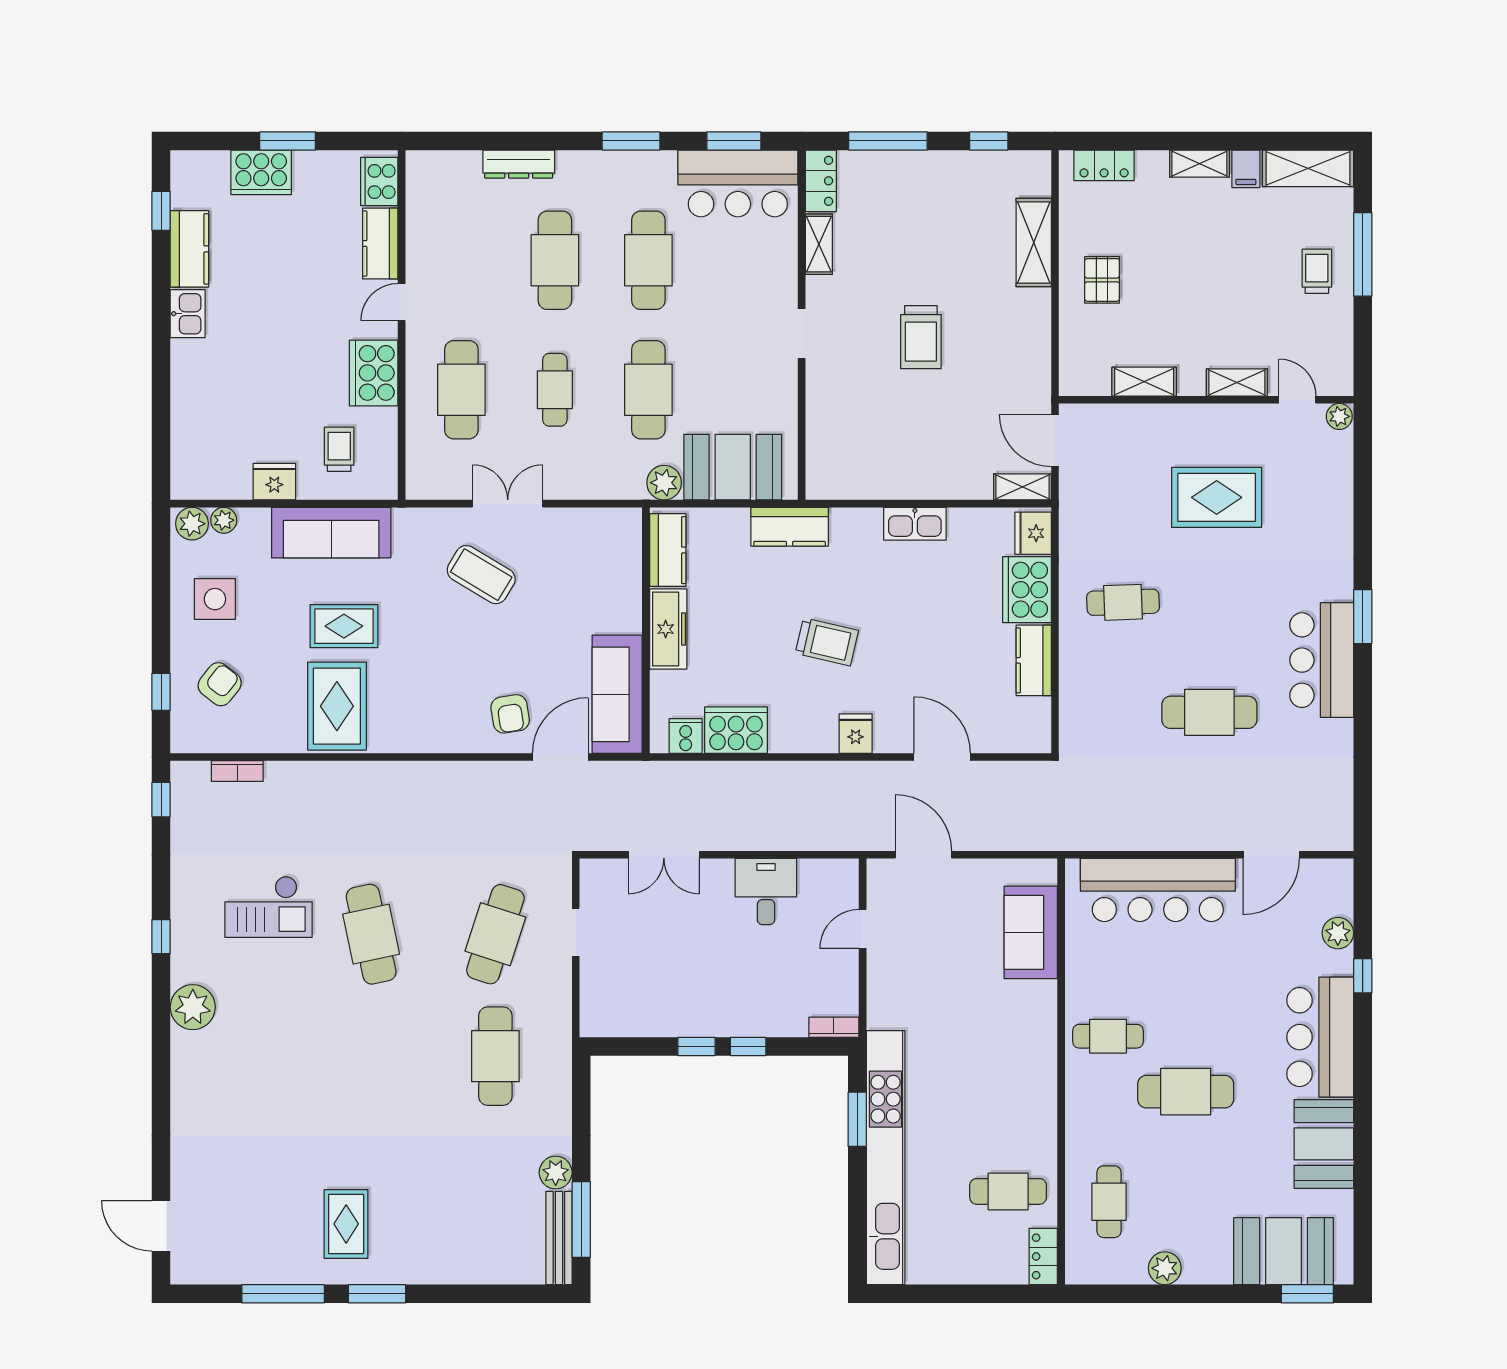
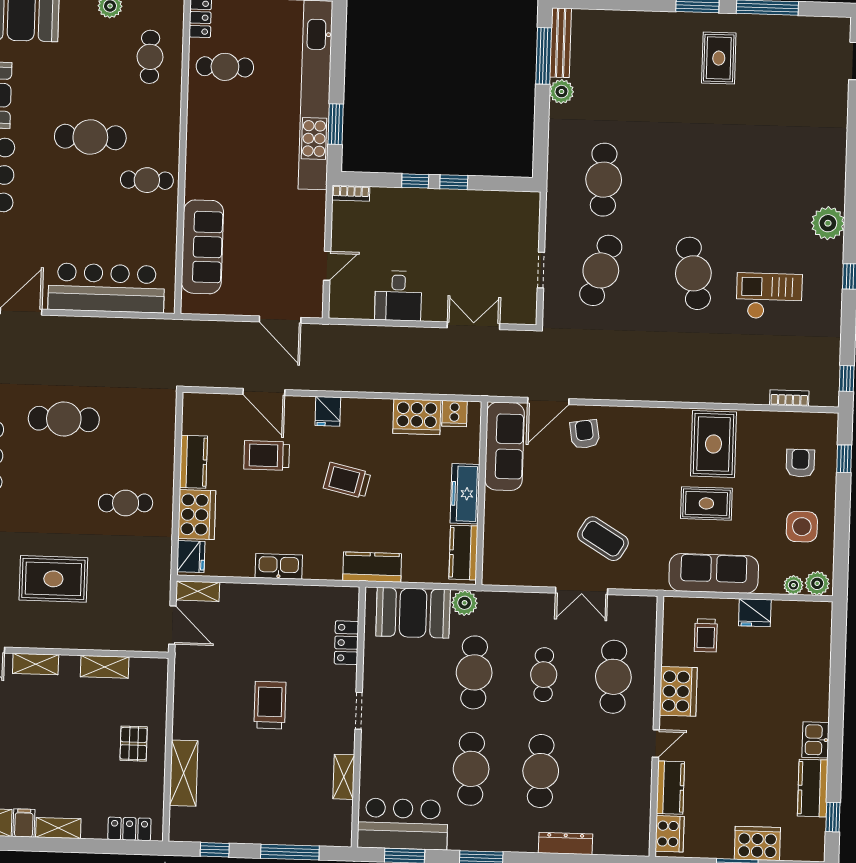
locker: (821, 181) -> (346, 643), moved
trolley: (936, 672) -> (267, 455), added
armchair: (220, 684) -> (800, 463), turned 142
sofa: (1031, 932) -> (202, 247), width x1.36

